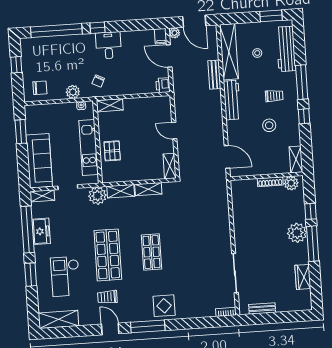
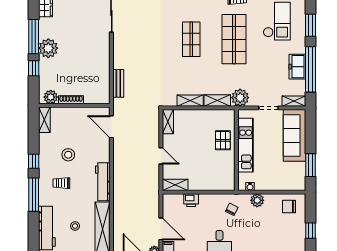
bench: (214, 75) -> (118, 83), moved
printer: (163, 85) -> (191, 200), moved, turned 90
shelving: (110, 105) -> (175, 185), moved

